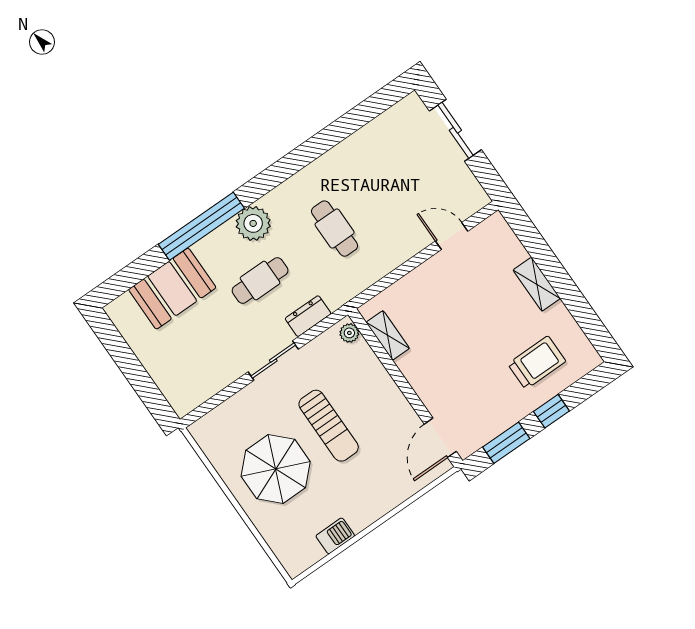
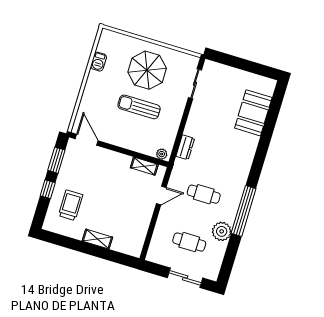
plant: (253, 223) -> (222, 231), moved
window: (201, 226) -> (244, 211), moved
door: (452, 236) -> (161, 196), moved
cafe table: (260, 281) -> (189, 242), moved, turned 90
sliding door: (273, 360) -> (195, 84), moved
trolley: (537, 363) -> (71, 205), turned 180

